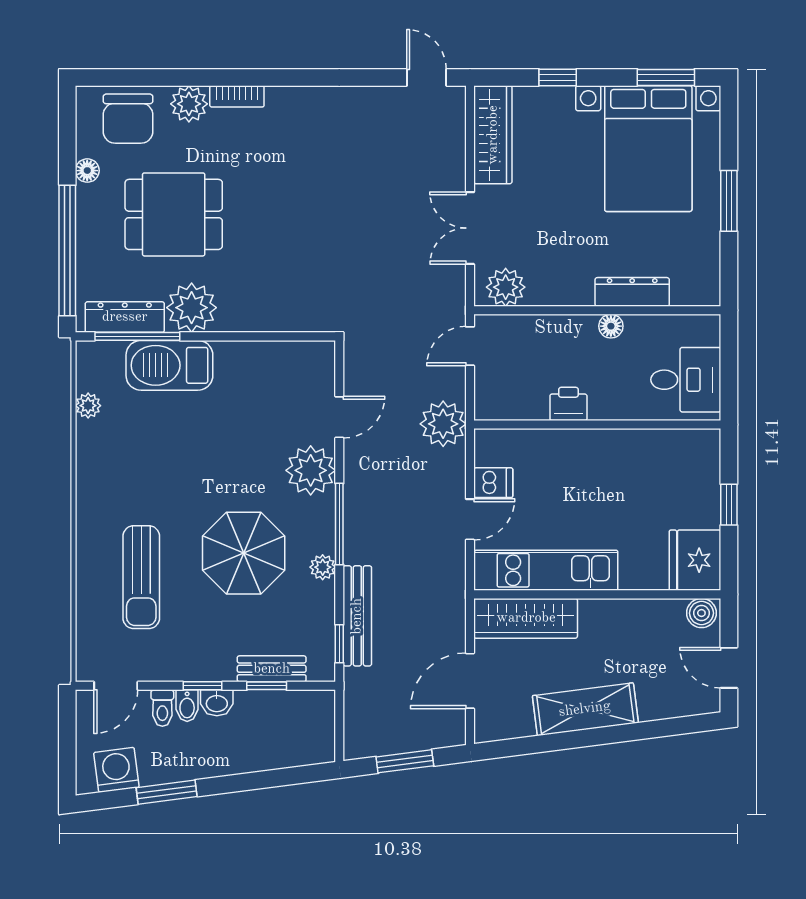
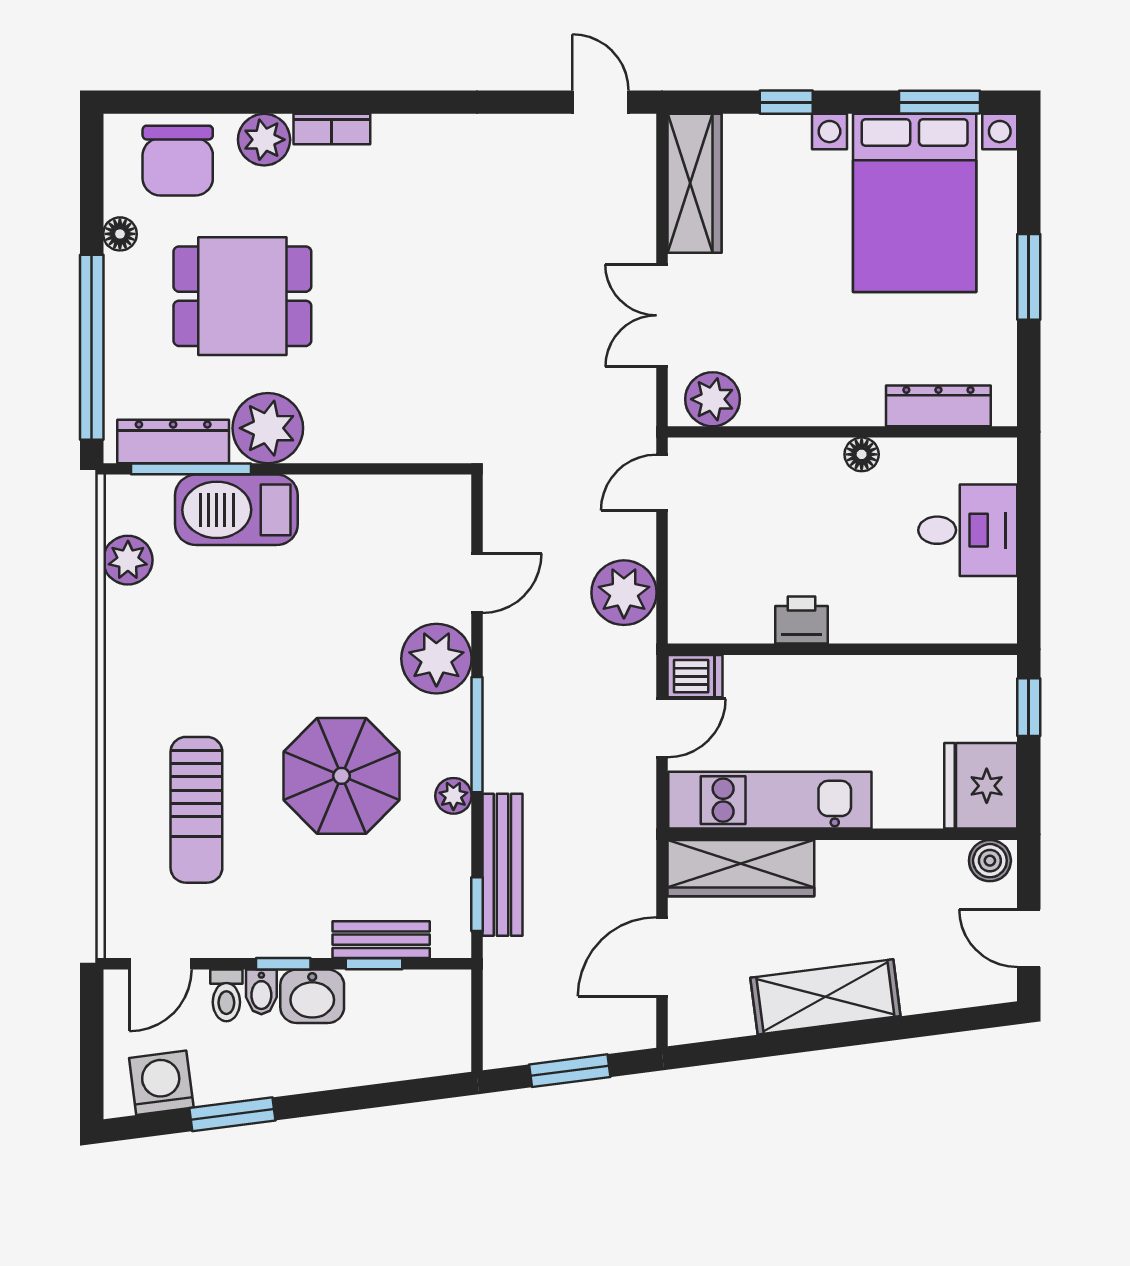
dresser: (632, 292) -> (938, 406), moved
printer: (568, 404) -> (802, 620), moved
plant: (88, 406) -> (128, 560), width x1.38, depth x1.38
wall: (597, 425) -> (842, 649), moved
washbasin: (217, 703) -> (312, 996), width x1.38, depth x1.45

